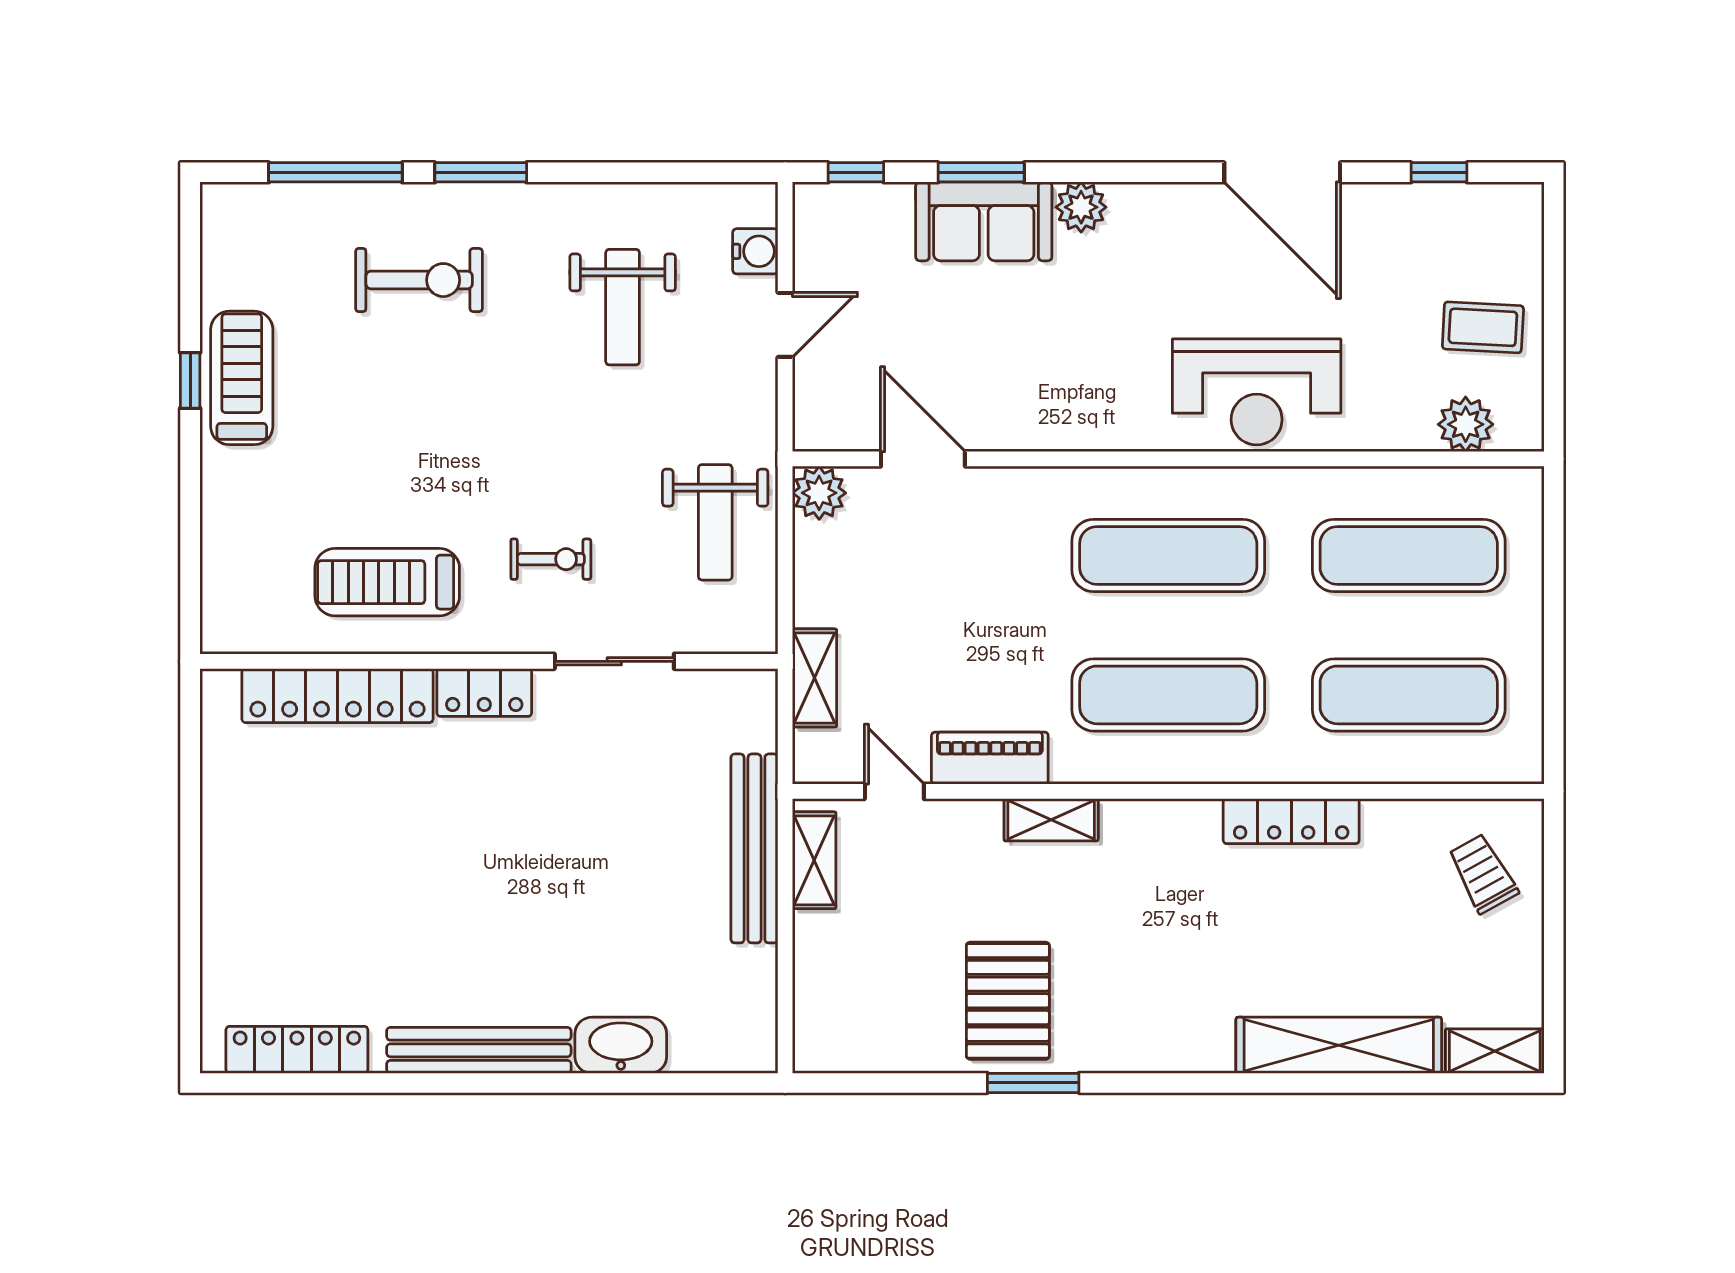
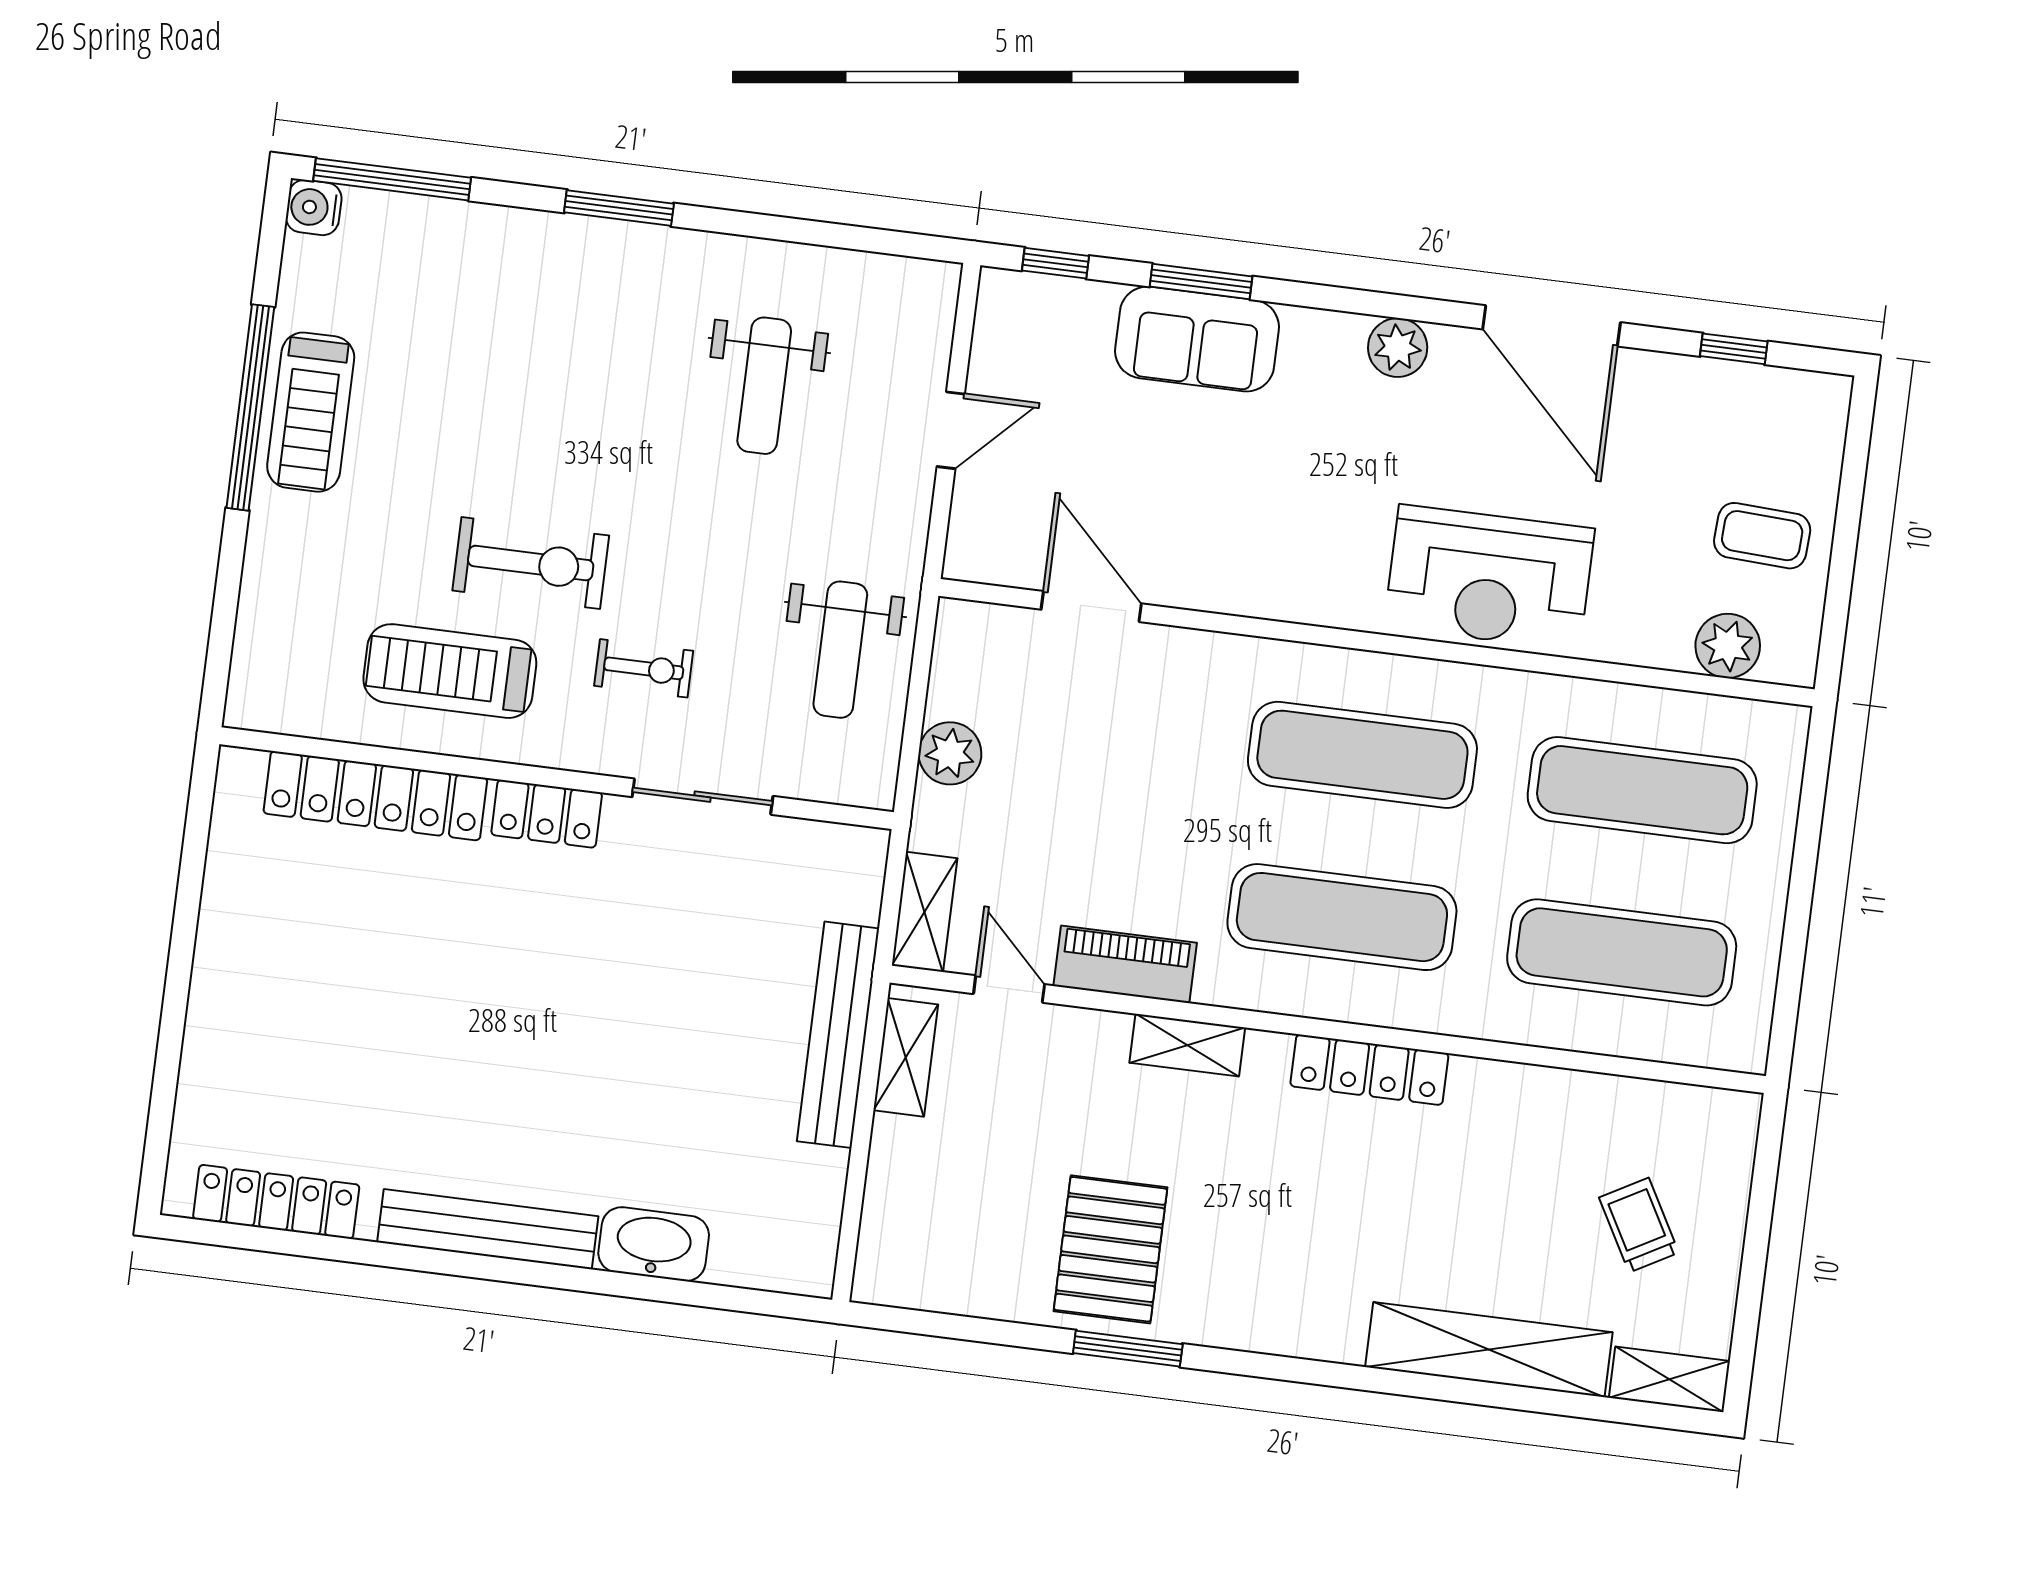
window: (335, 172) -> (392, 179), moved
plant: (1081, 207) -> (1398, 348), moved
water cooler: (755, 251) -> (314, 208), moved, turned 180
exercise bike: (419, 280) -> (531, 563), moved
treadmill: (242, 378) -> (311, 412), turned 180
window: (190, 380) -> (250, 407), width x3.17
plant: (819, 493) -> (950, 753), moved
shelving: (814, 678) -> (925, 912), moved
locker: (1291, 821) -> (1369, 1070), moved
trolley: (1483, 874) -> (1639, 1225), moved

